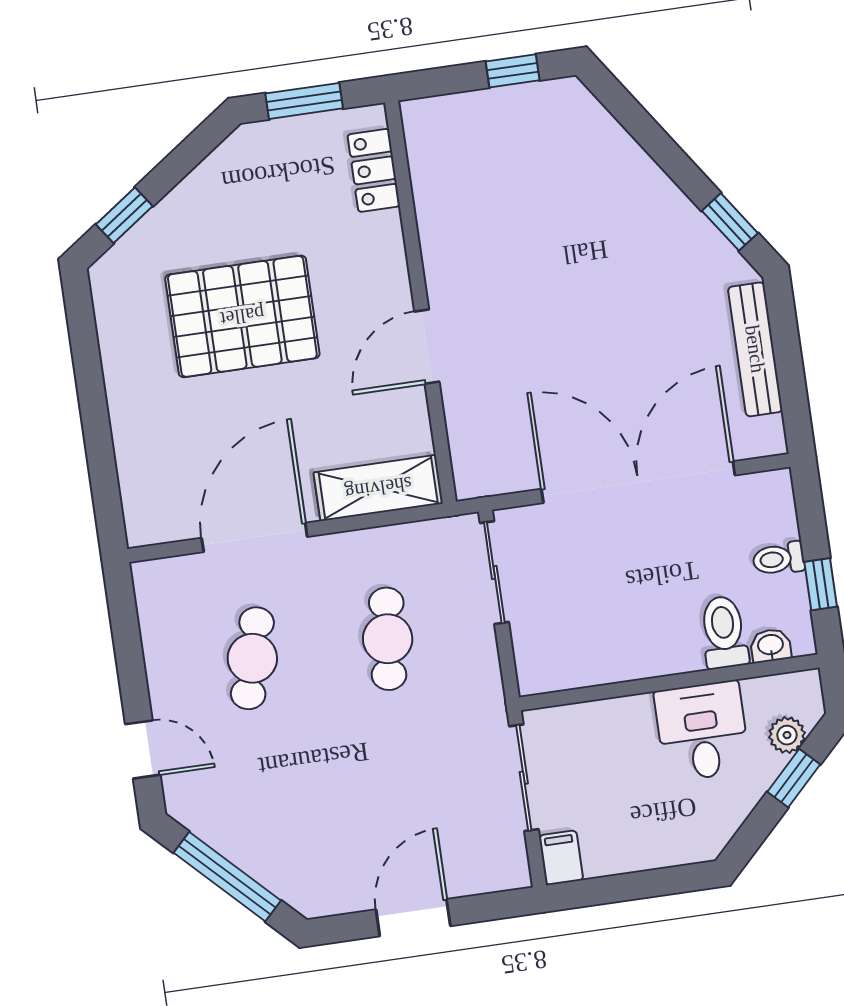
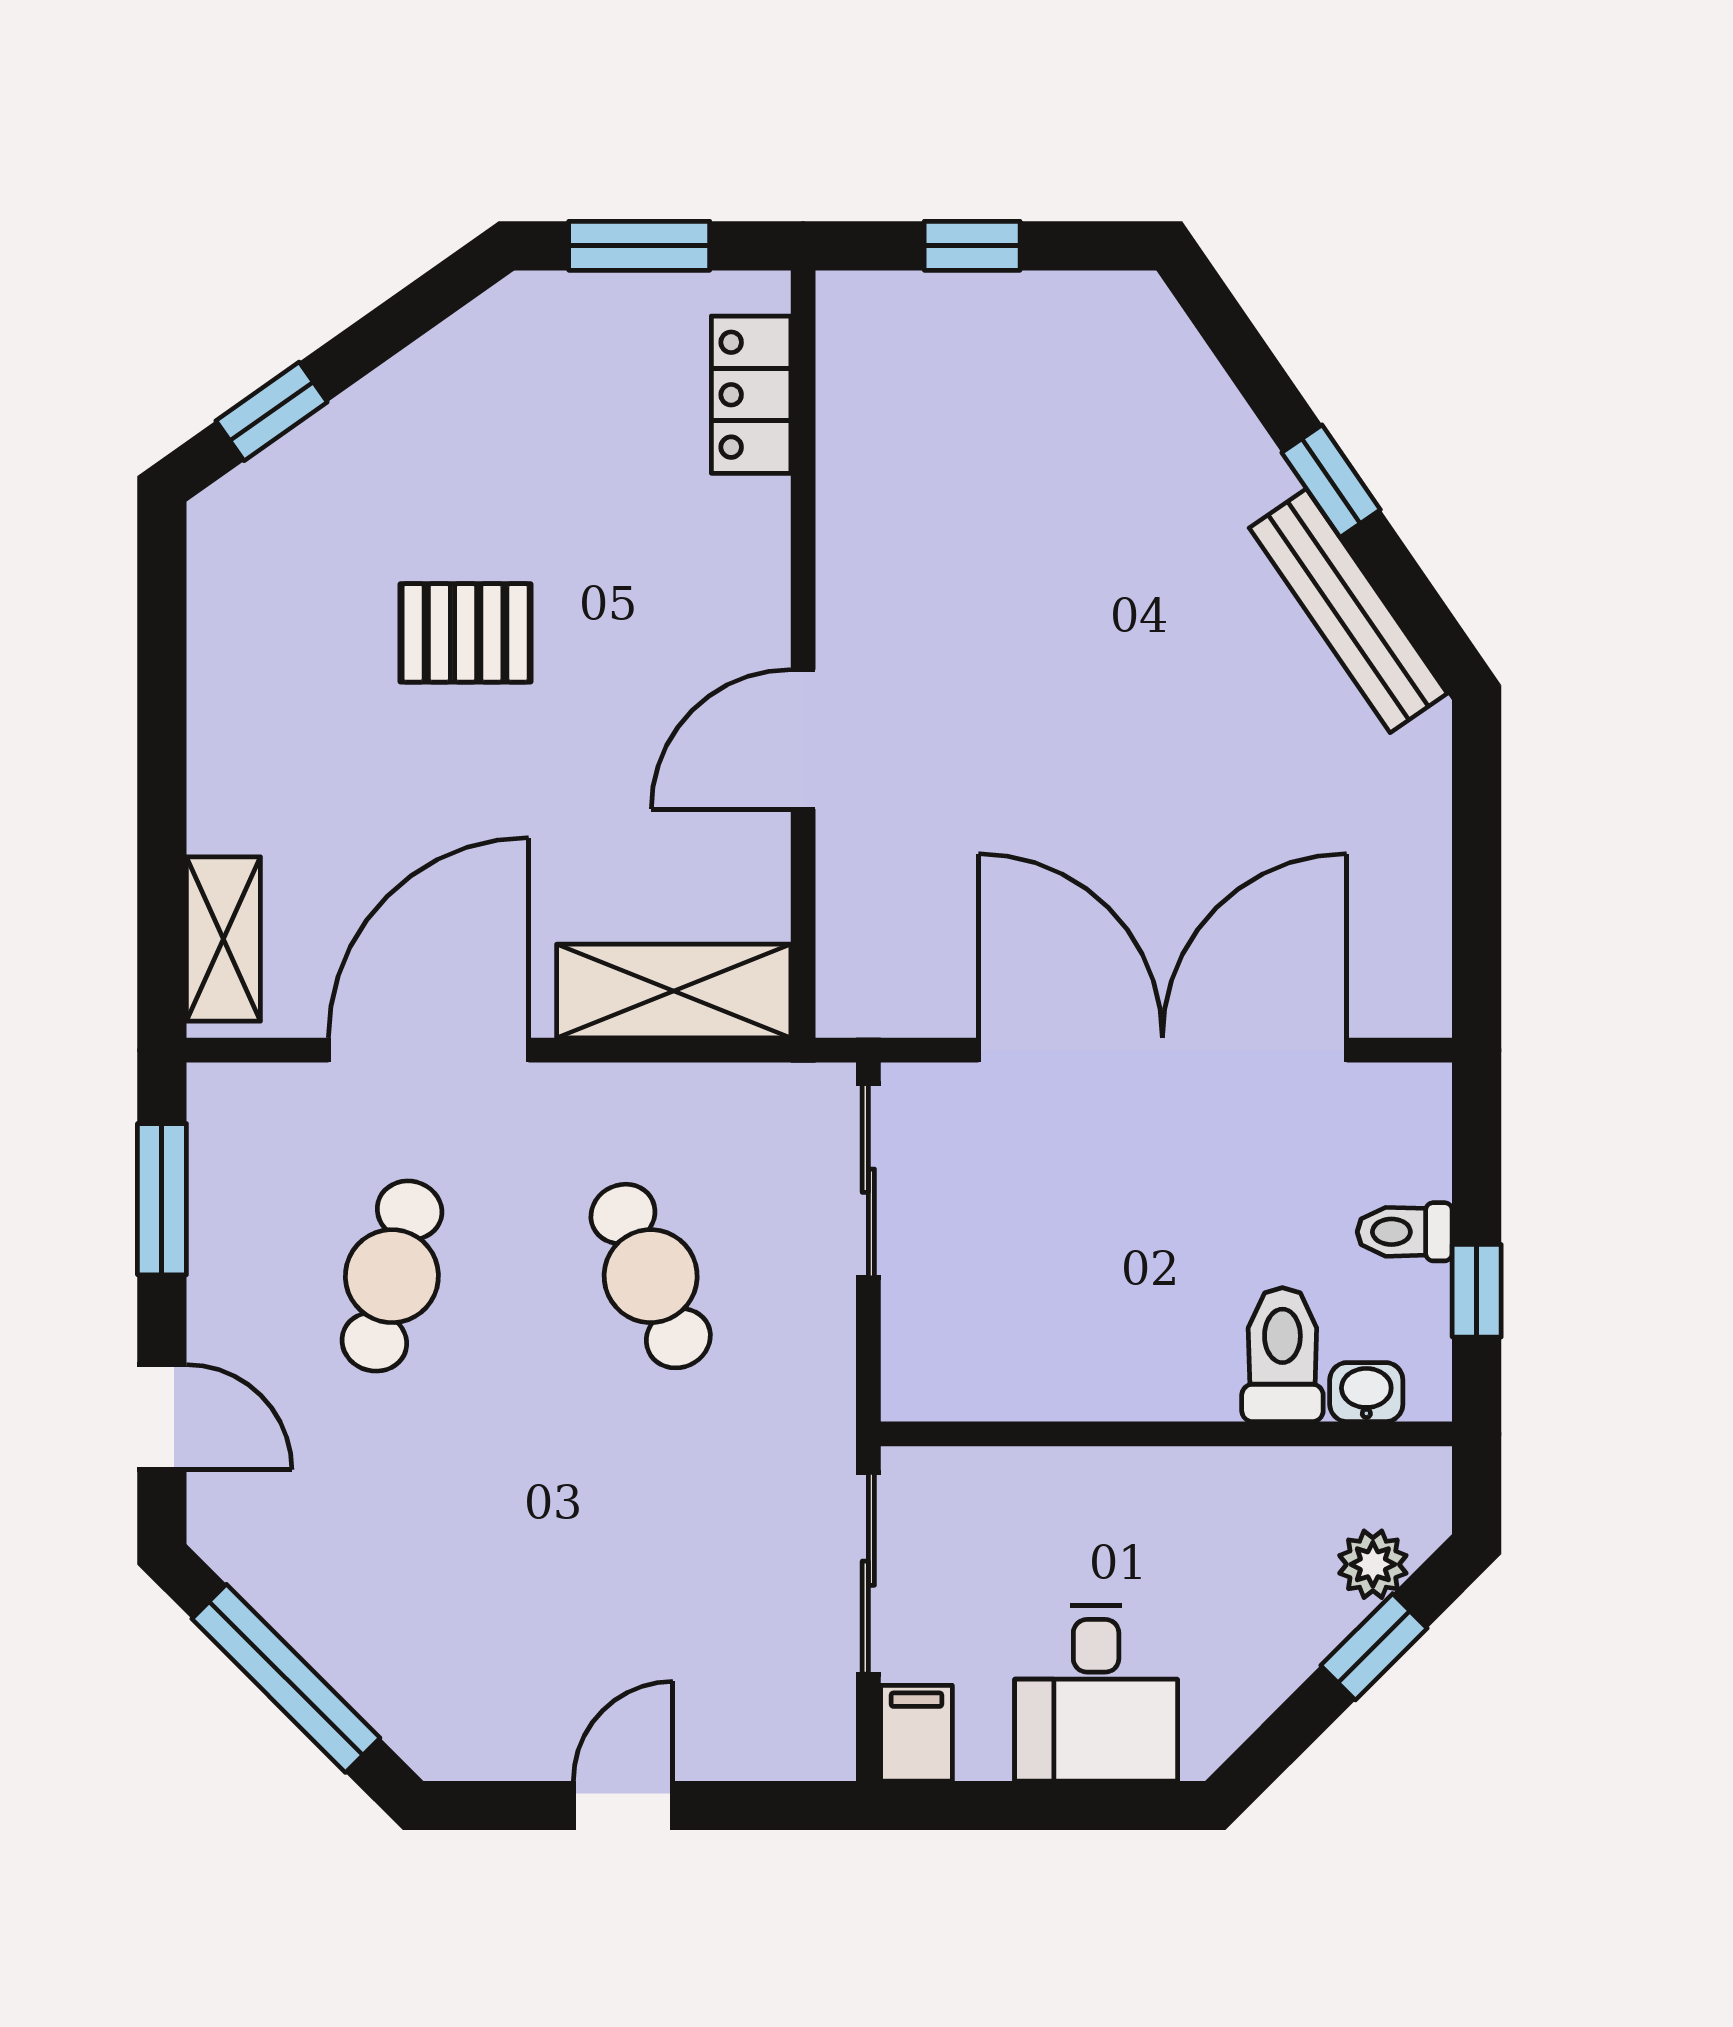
window: (513, 71) -> (972, 246), moved
window: (730, 222) -> (1331, 481), moved
pallet: (242, 316) -> (466, 633), width x0.49, depth x0.50
bench: (755, 349) -> (1348, 611), moved, turned -35
shelving: (139, 495) -> (223, 939), added
window: (126, 635) -> (162, 1199), added
cafe table: (388, 639) -> (651, 1276), turned -30
desk: (702, 731) -> (1096, 1693), moved, turned 180
door: (413, 918) -> (623, 1805), width x0.73

